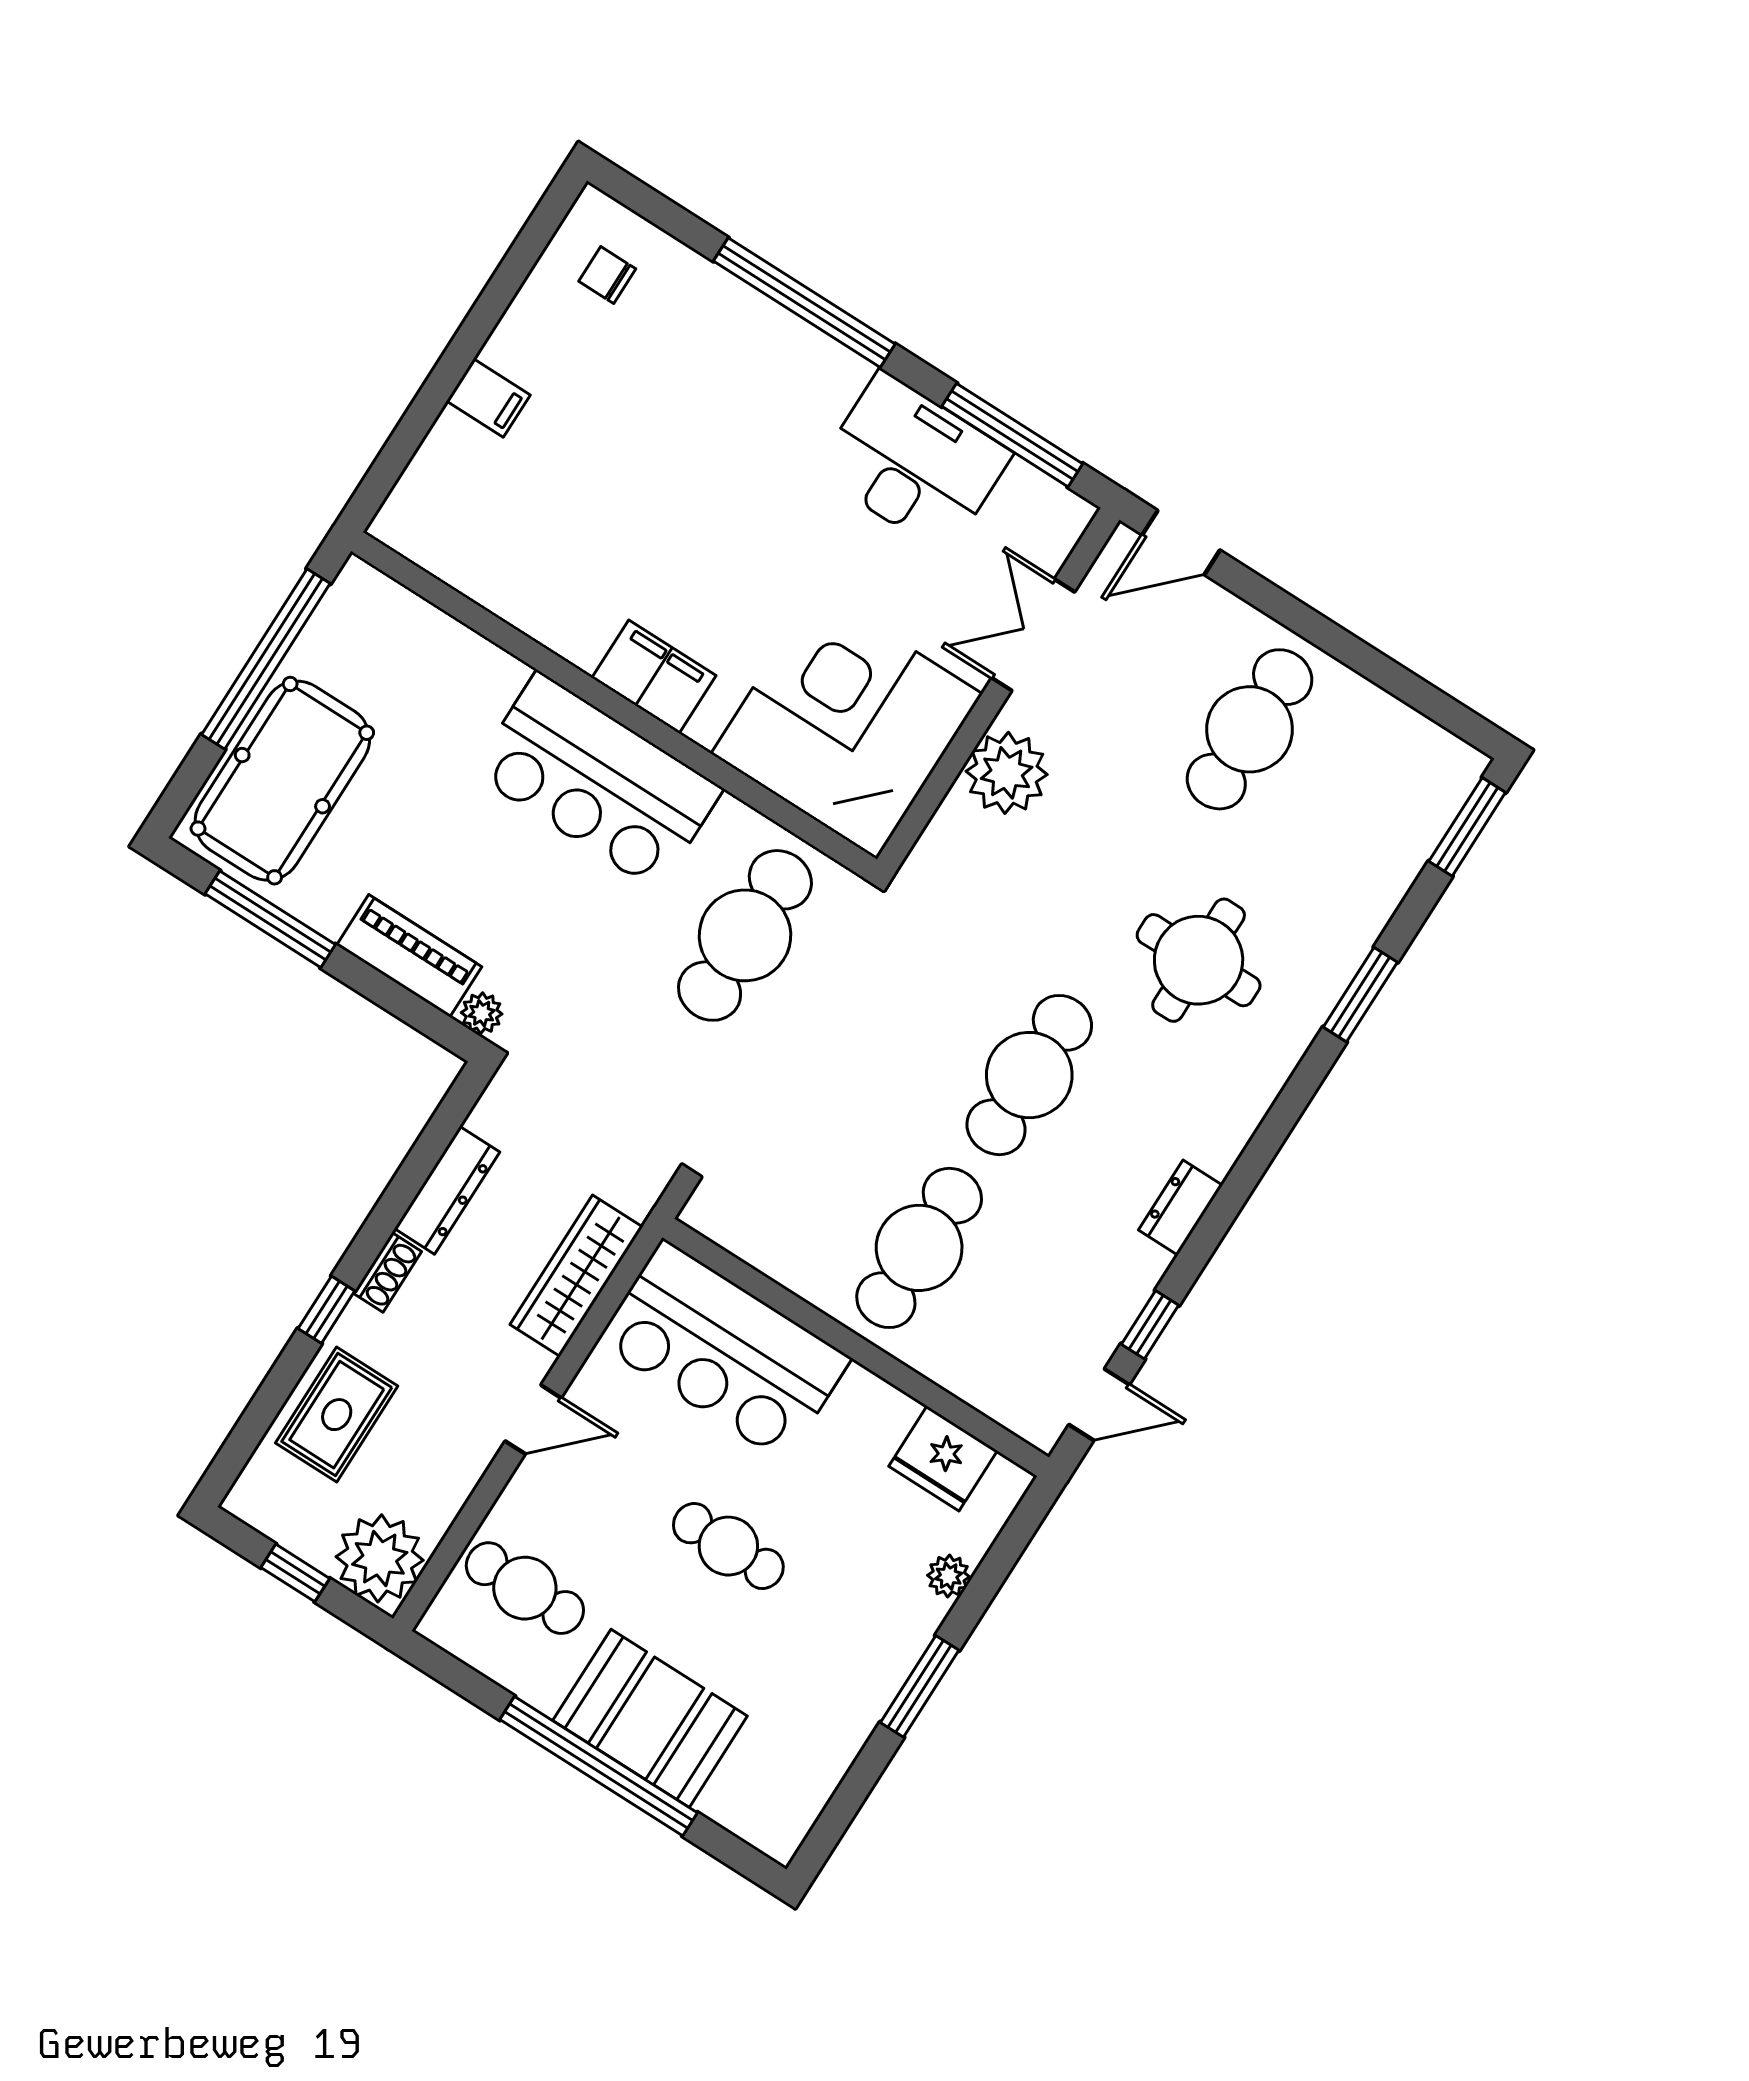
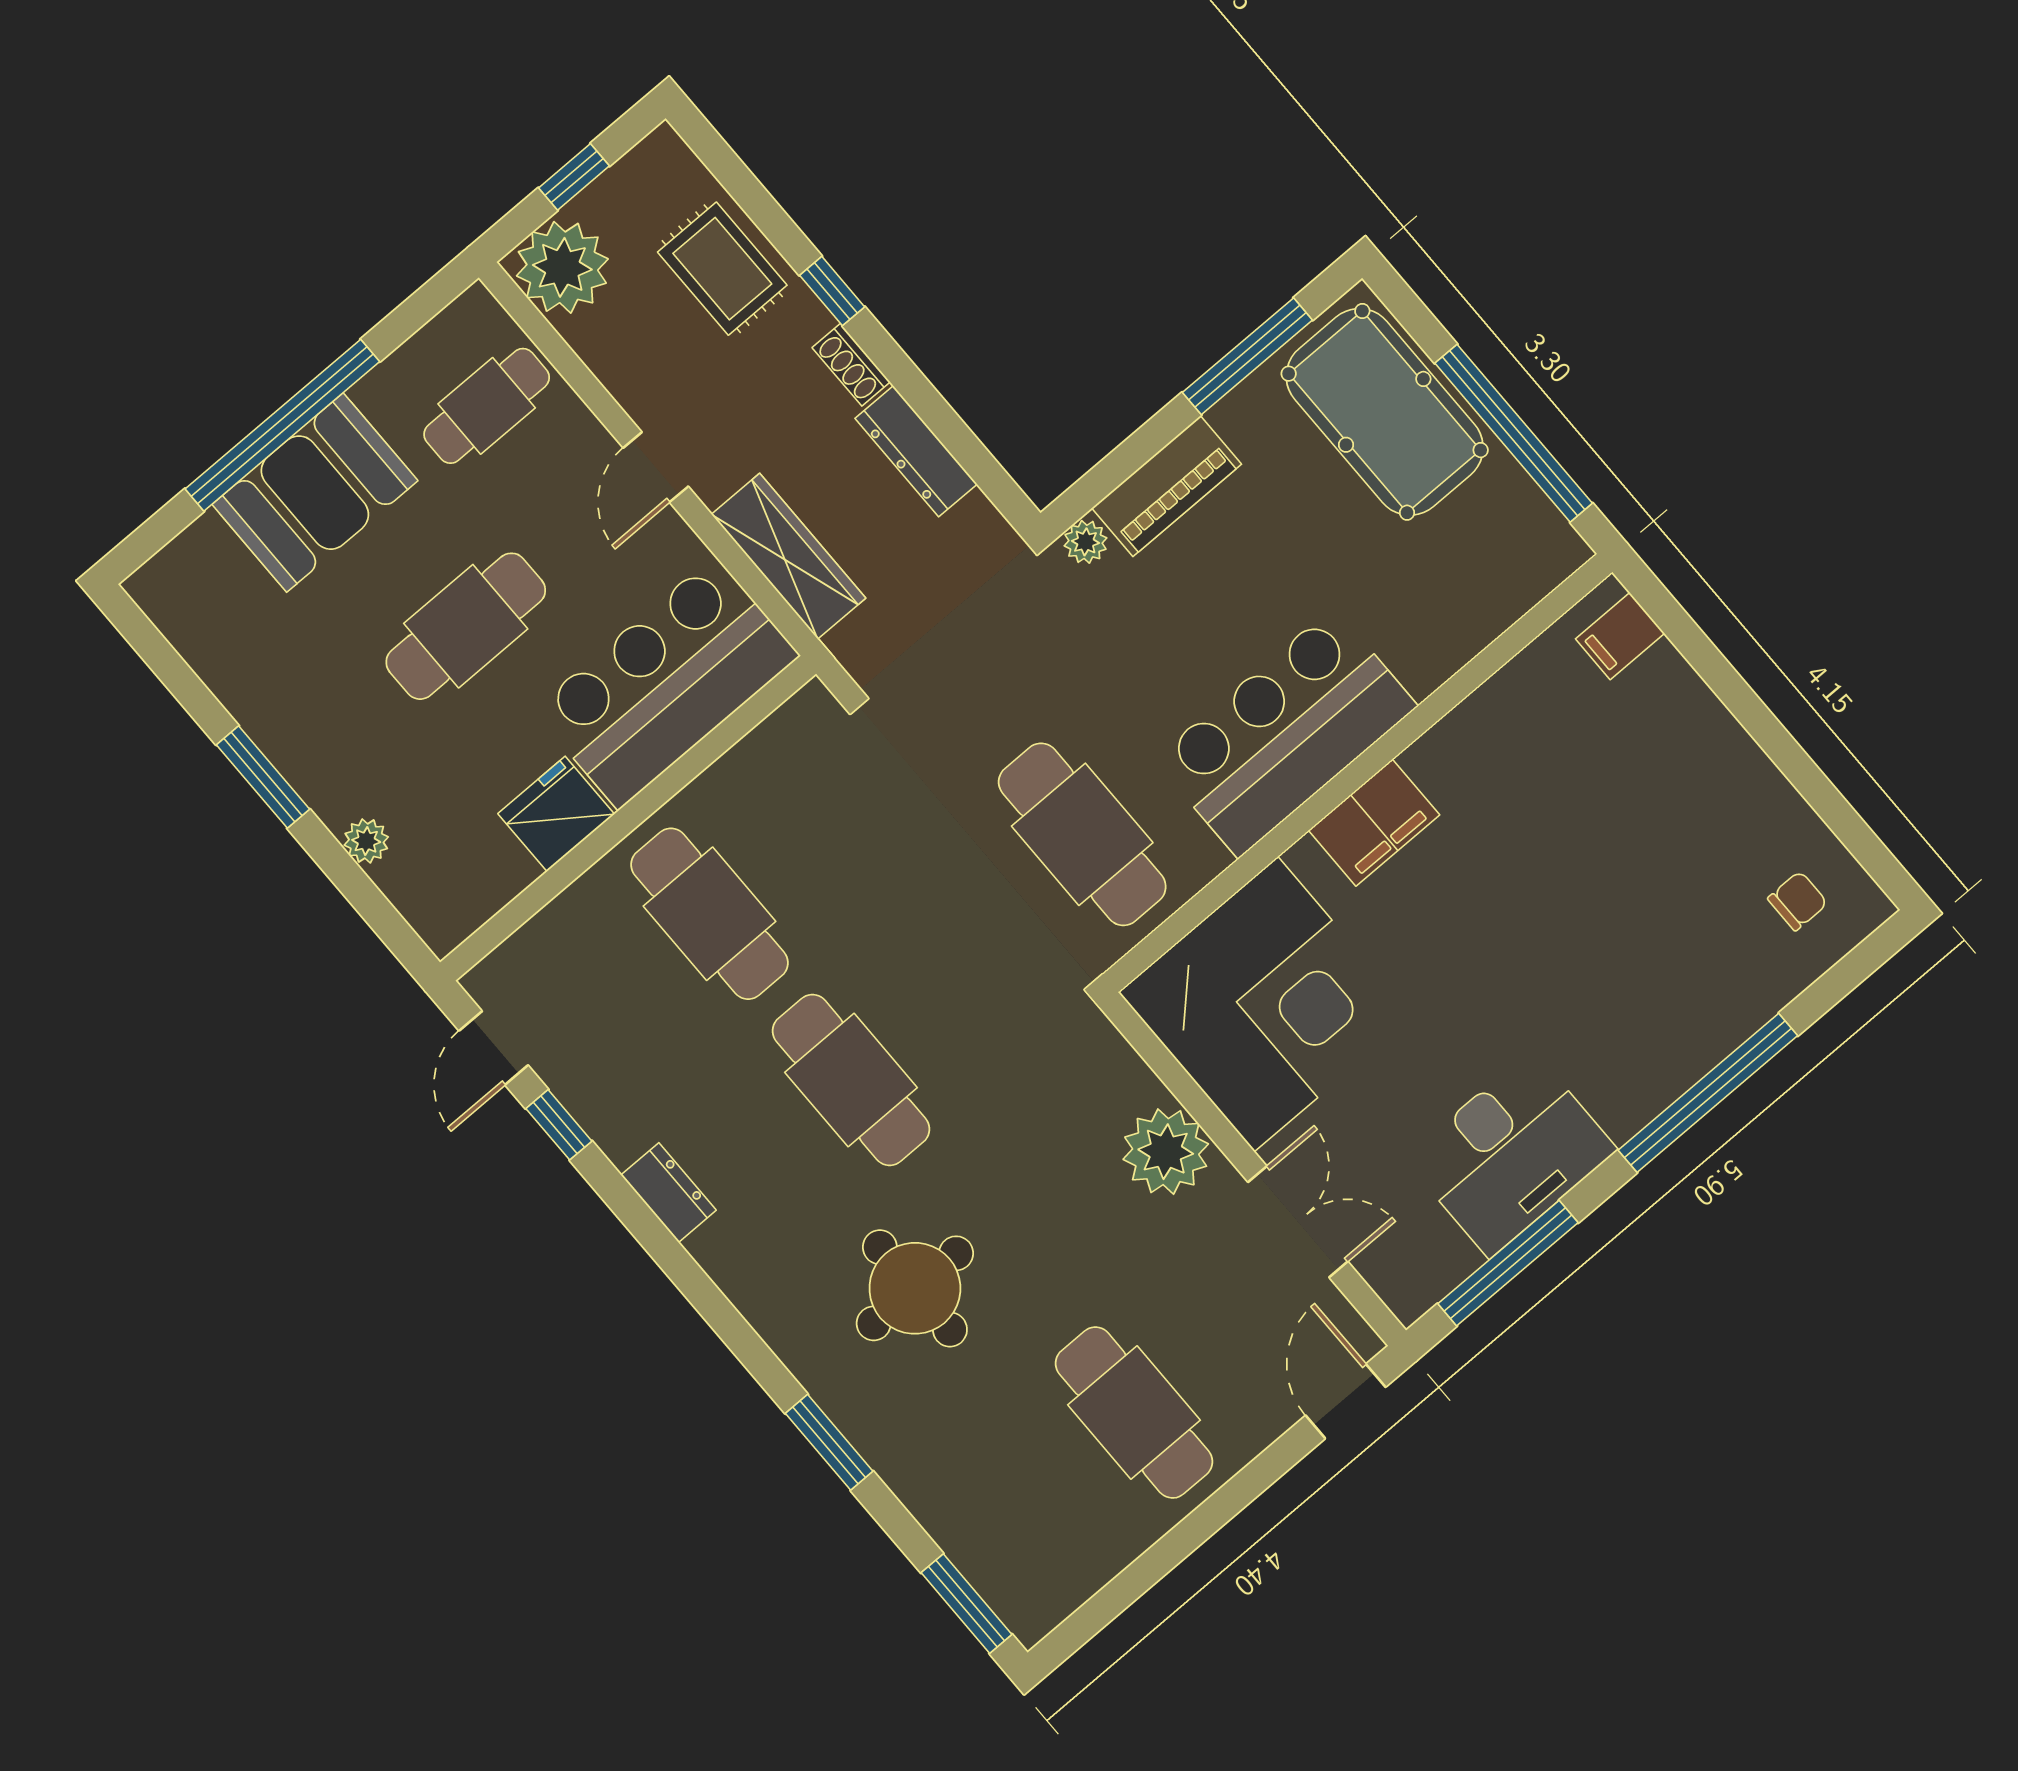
filing cabinet: (488, 398) -> (1620, 636), moved
fridge: (943, 1458) -> (556, 814), moved
cafe table: (728, 1546) -> (466, 626), width x1.37, depth x1.35

